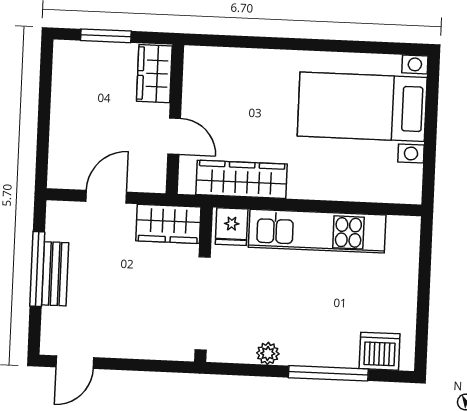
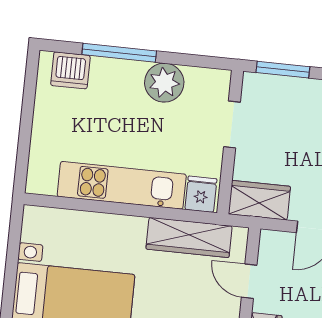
doorway: (203, 303) -> (232, 124), width x0.53
plant: (268, 353) -> (164, 83), width x1.88, depth x1.88
window: (151, 366) -> (283, 70), added

